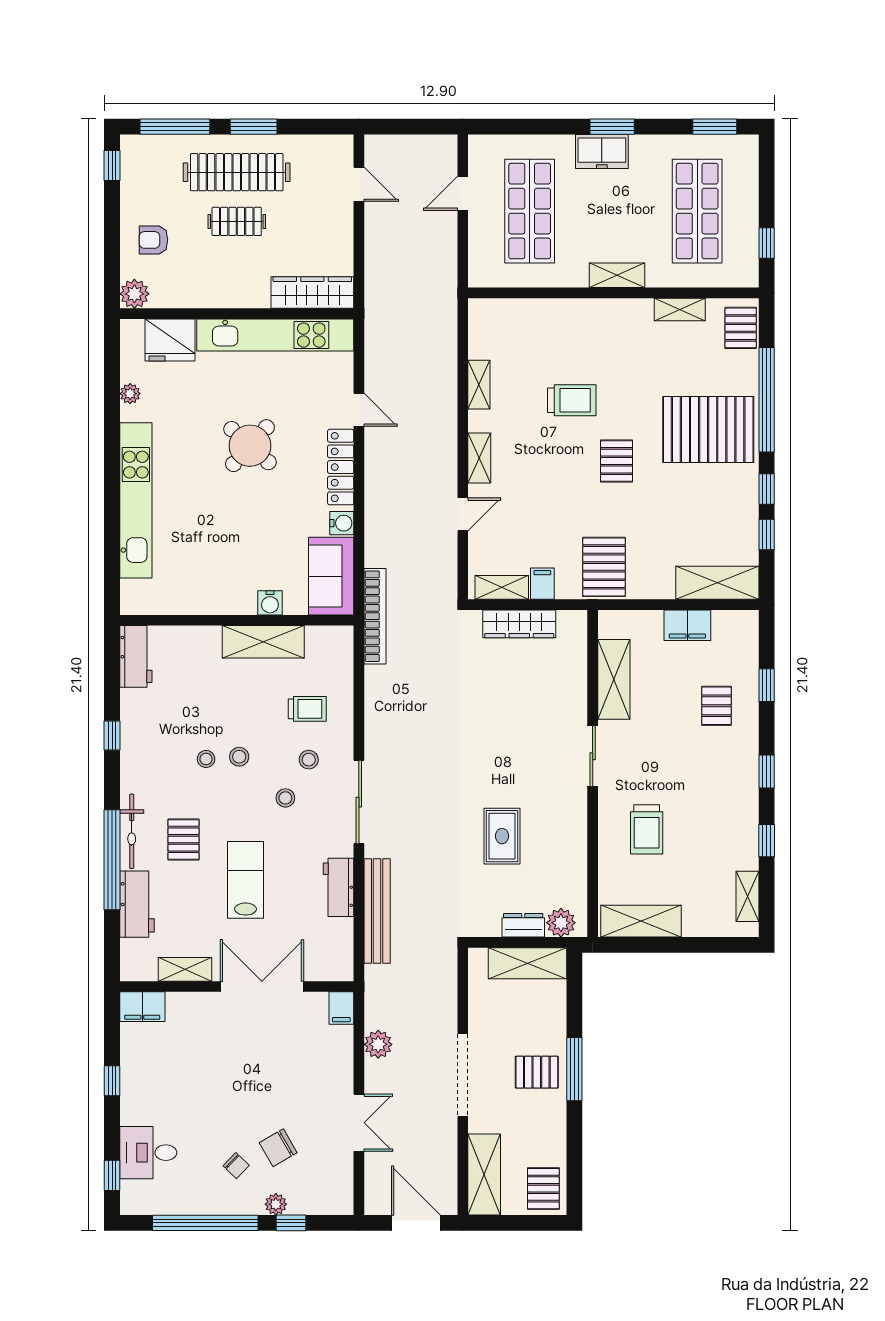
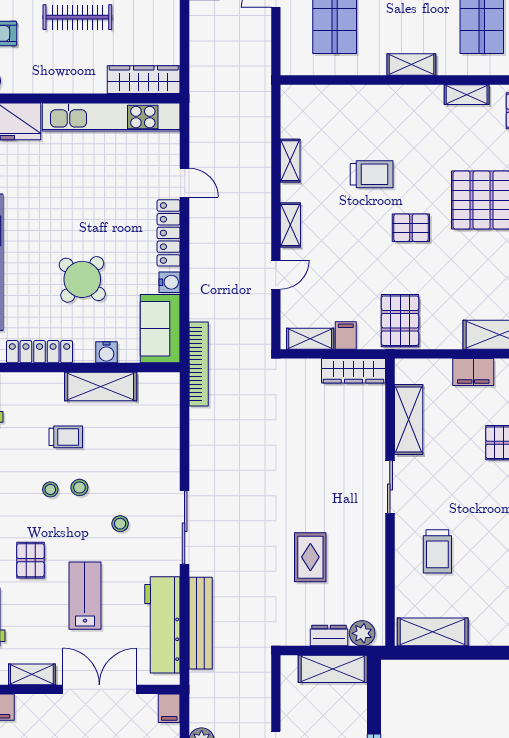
clothes rail: (237, 221) -> (77, 17), width x1.36
round table: (250, 446) -> (82, 279), moved
pallet: (617, 461) -> (411, 228), turned 90
locker: (194, 602) -> (40, 352), added
wardrobe: (519, 624) -> (353, 371), moved
trolley: (307, 709) -> (66, 437), moved
stool: (309, 760) -> (141, 490), removed
workbench: (339, 887) -> (162, 625), width x1.88, depth x1.32

